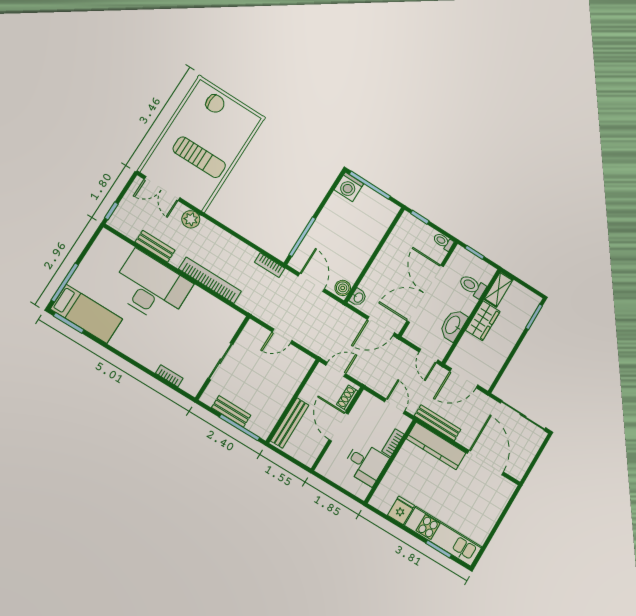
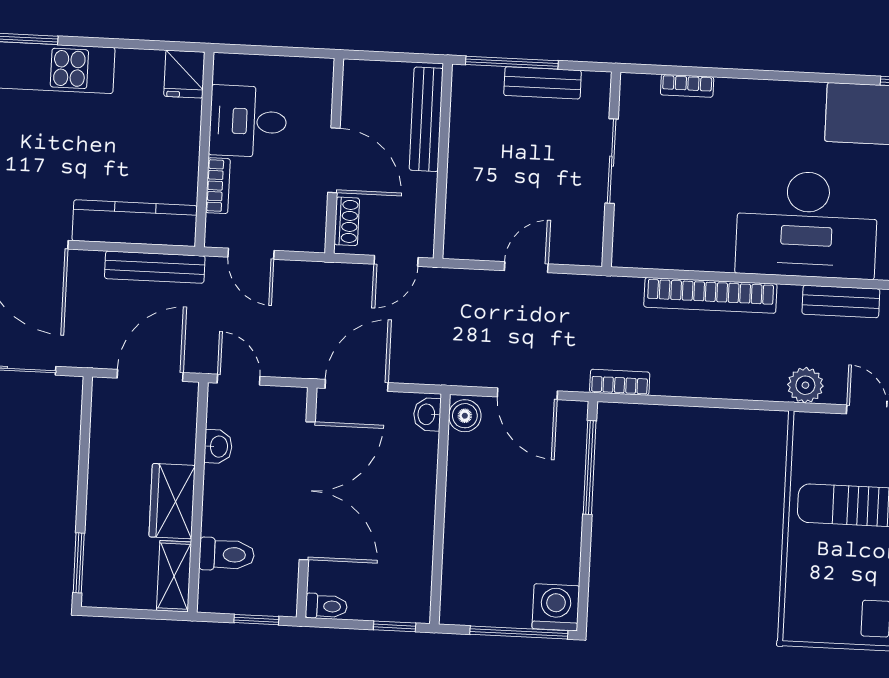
washbasin: (453, 325) -> (218, 447), width x0.52, depth x0.69
fridge: (401, 510) -> (184, 74), moved

